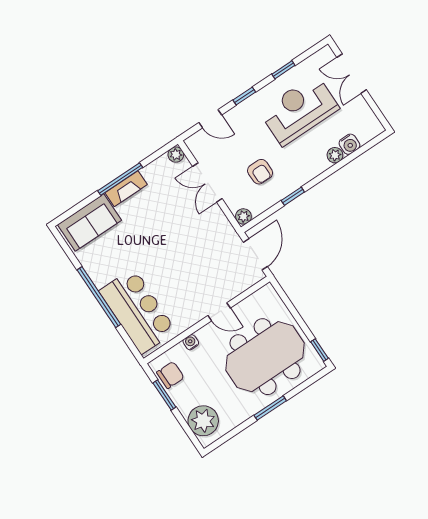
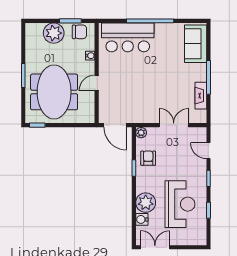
double door: (352, 74) -> (155, 247), moved
door: (210, 119) -> (209, 151), hinge flipped
plant: (176, 155) -> (201, 118), removed
plant: (335, 155) -> (146, 203), width x1.88, depth x1.88
armchair: (260, 172) -> (148, 158), moved, turned 90
fireplace: (126, 189) -> (201, 96), moved
chair: (170, 375) -> (79, 32), turned -90
plant: (203, 421) -> (54, 33), moved

